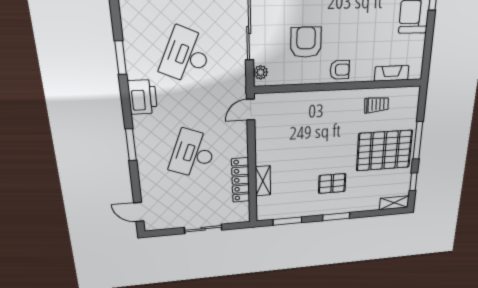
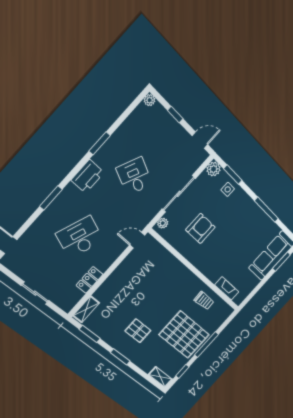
desk: (186, 56) -> (134, 176), width x0.73
armchair: (340, 70) -> (203, 261), removed
locker: (241, 180) -> (90, 280), width x0.66
shelving: (263, 181) -> (86, 309), moved

